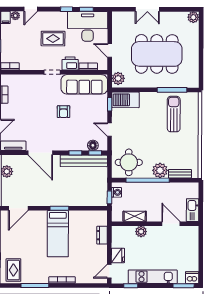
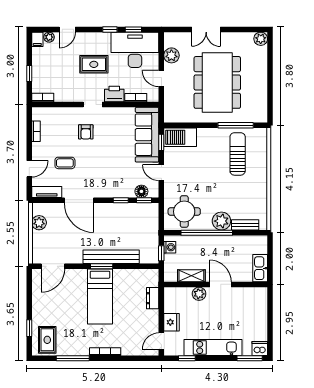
dining table: (157, 54) -> (217, 82), turned 90
plant: (118, 78) -> (171, 55), moved
sofa: (84, 84) -> (147, 135), moved, turned 90
armchair: (63, 112) -> (86, 132), moved
coffee table: (29, 121) -> (65, 163), added
bench: (84, 161) -> (111, 257), moved
door: (171, 224) -> (220, 284), moved

